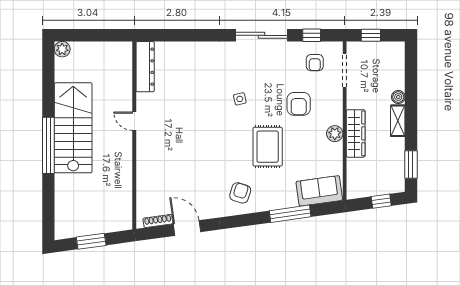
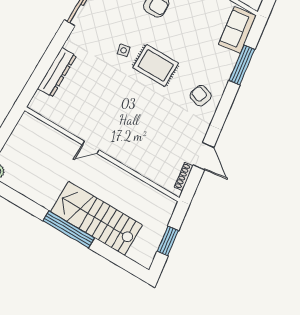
dresser: (145, 67) -> (57, 72), moved, turned 90
stairs: (73, 128) -> (96, 218), moved
rug: (268, 147) -> (156, 65), moved
door: (187, 228) -> (204, 156), swing flipped

